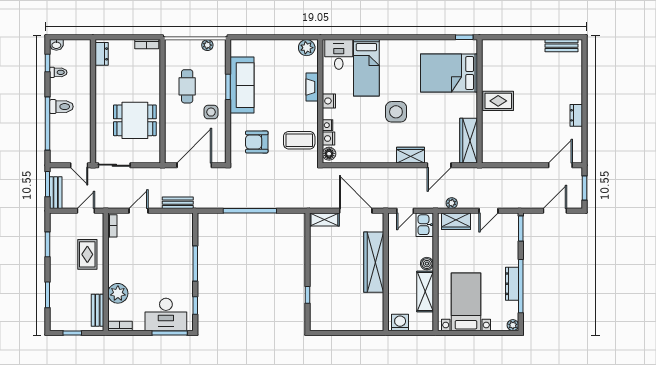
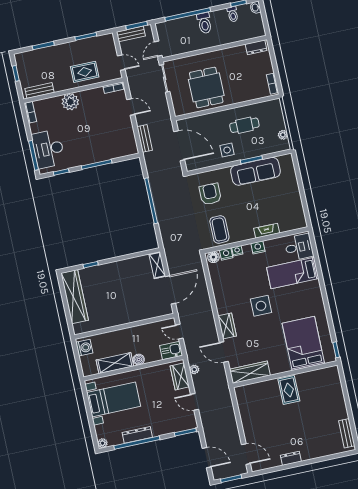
plant: (307, 48) -> (299, 219), removed
wardrobe: (374, 262) -> (75, 297), moved, turned 90
plant: (118, 293) -> (70, 102), moved

